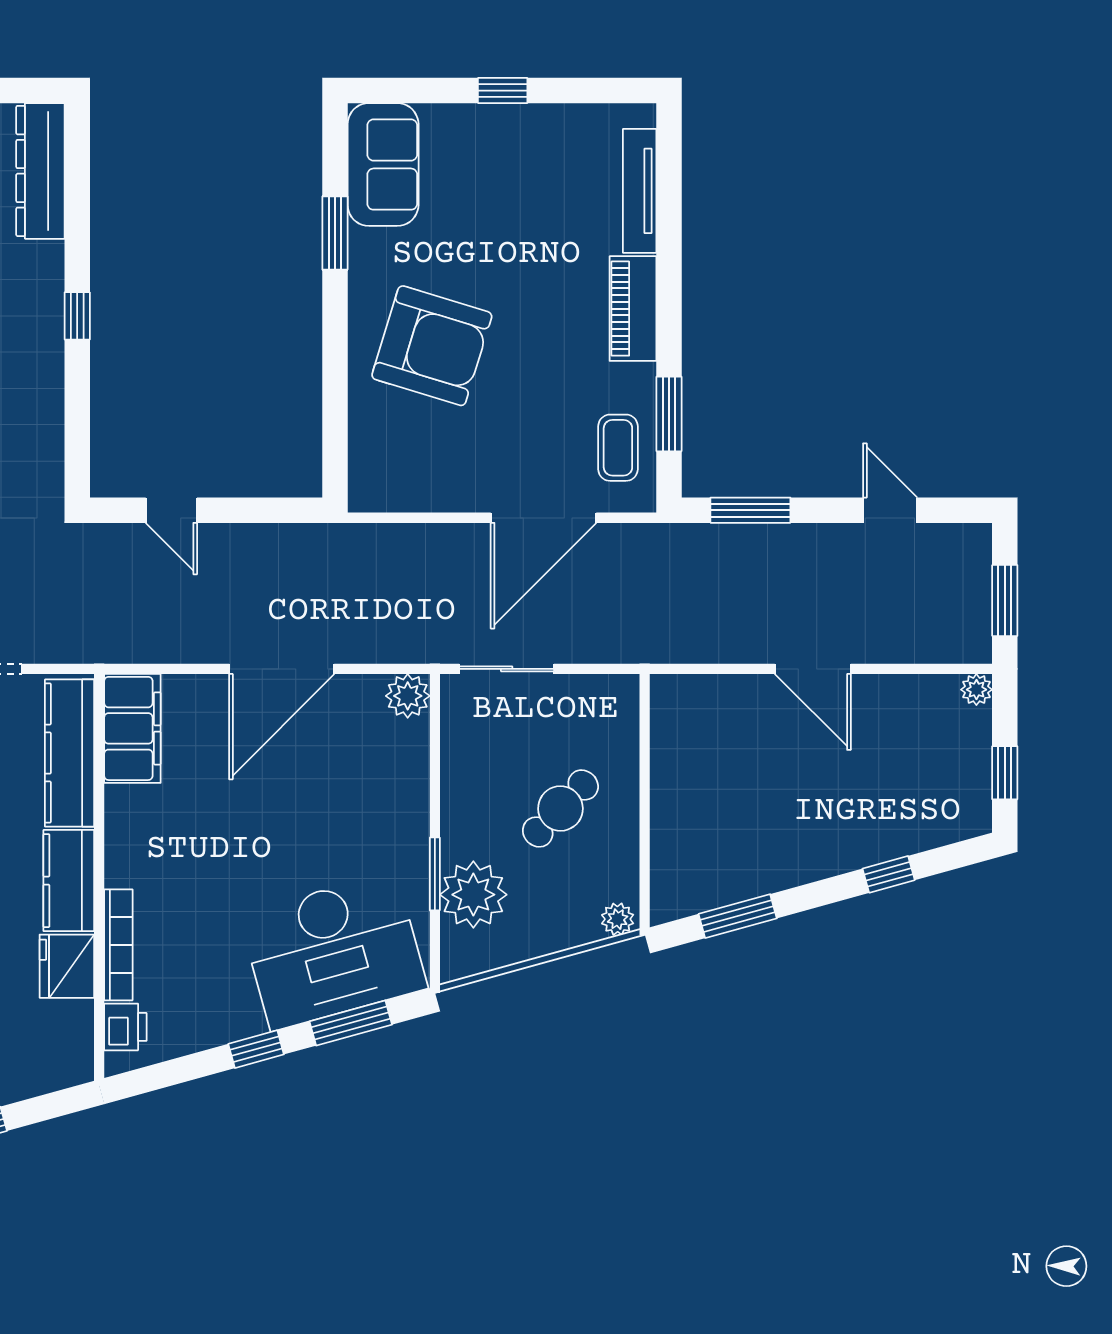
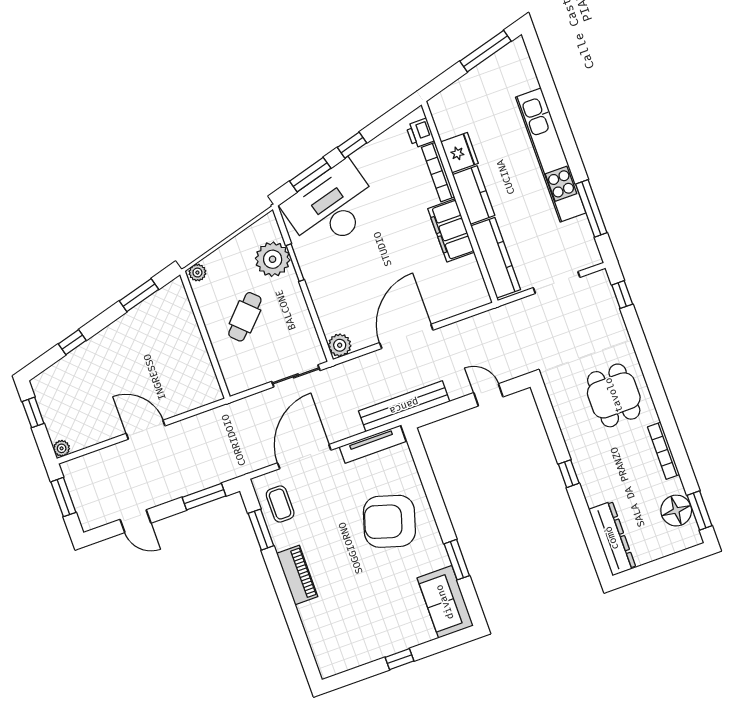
tv unit: (640, 191) -> (373, 444), moved, turned 90
bench: (331, 544) -> (404, 406), added
filing cabinet: (132, 728) -> (451, 230), moved

